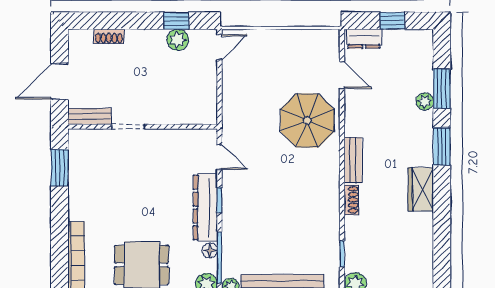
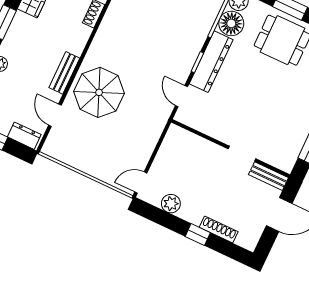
window: (176, 21) -> (198, 235), moved
shoe rack: (109, 36) -> (219, 229), width x1.43
bench: (353, 160) -> (64, 73), moved
floor lamp: (210, 250) -> (231, 23), width x1.89, depth x1.89

